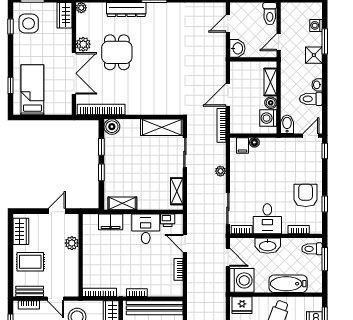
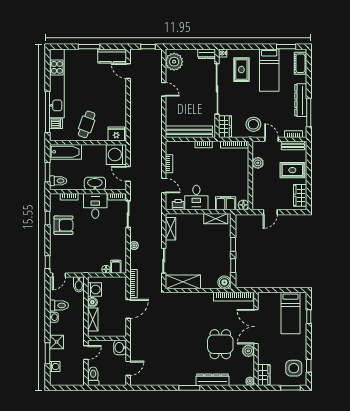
armchair: (306, 195) -> (63, 225), turned -90
floor lamp: (89, 220) -> (243, 205), added
plant: (72, 243) -> (258, 163), moved
bathtub: (288, 284) -> (66, 152), moved

